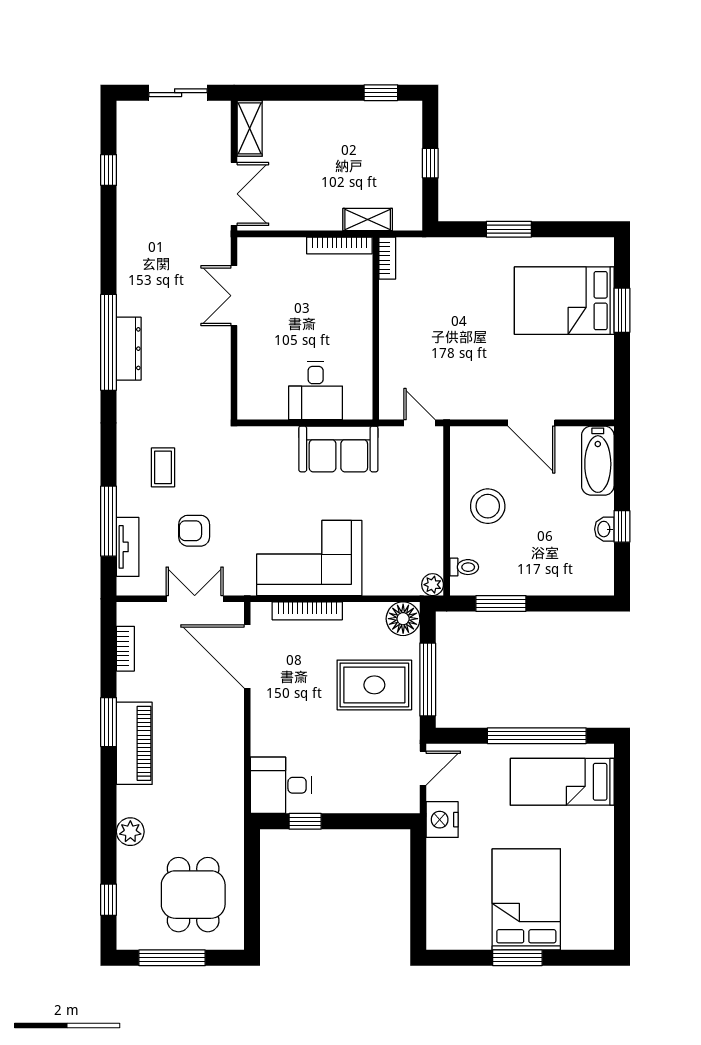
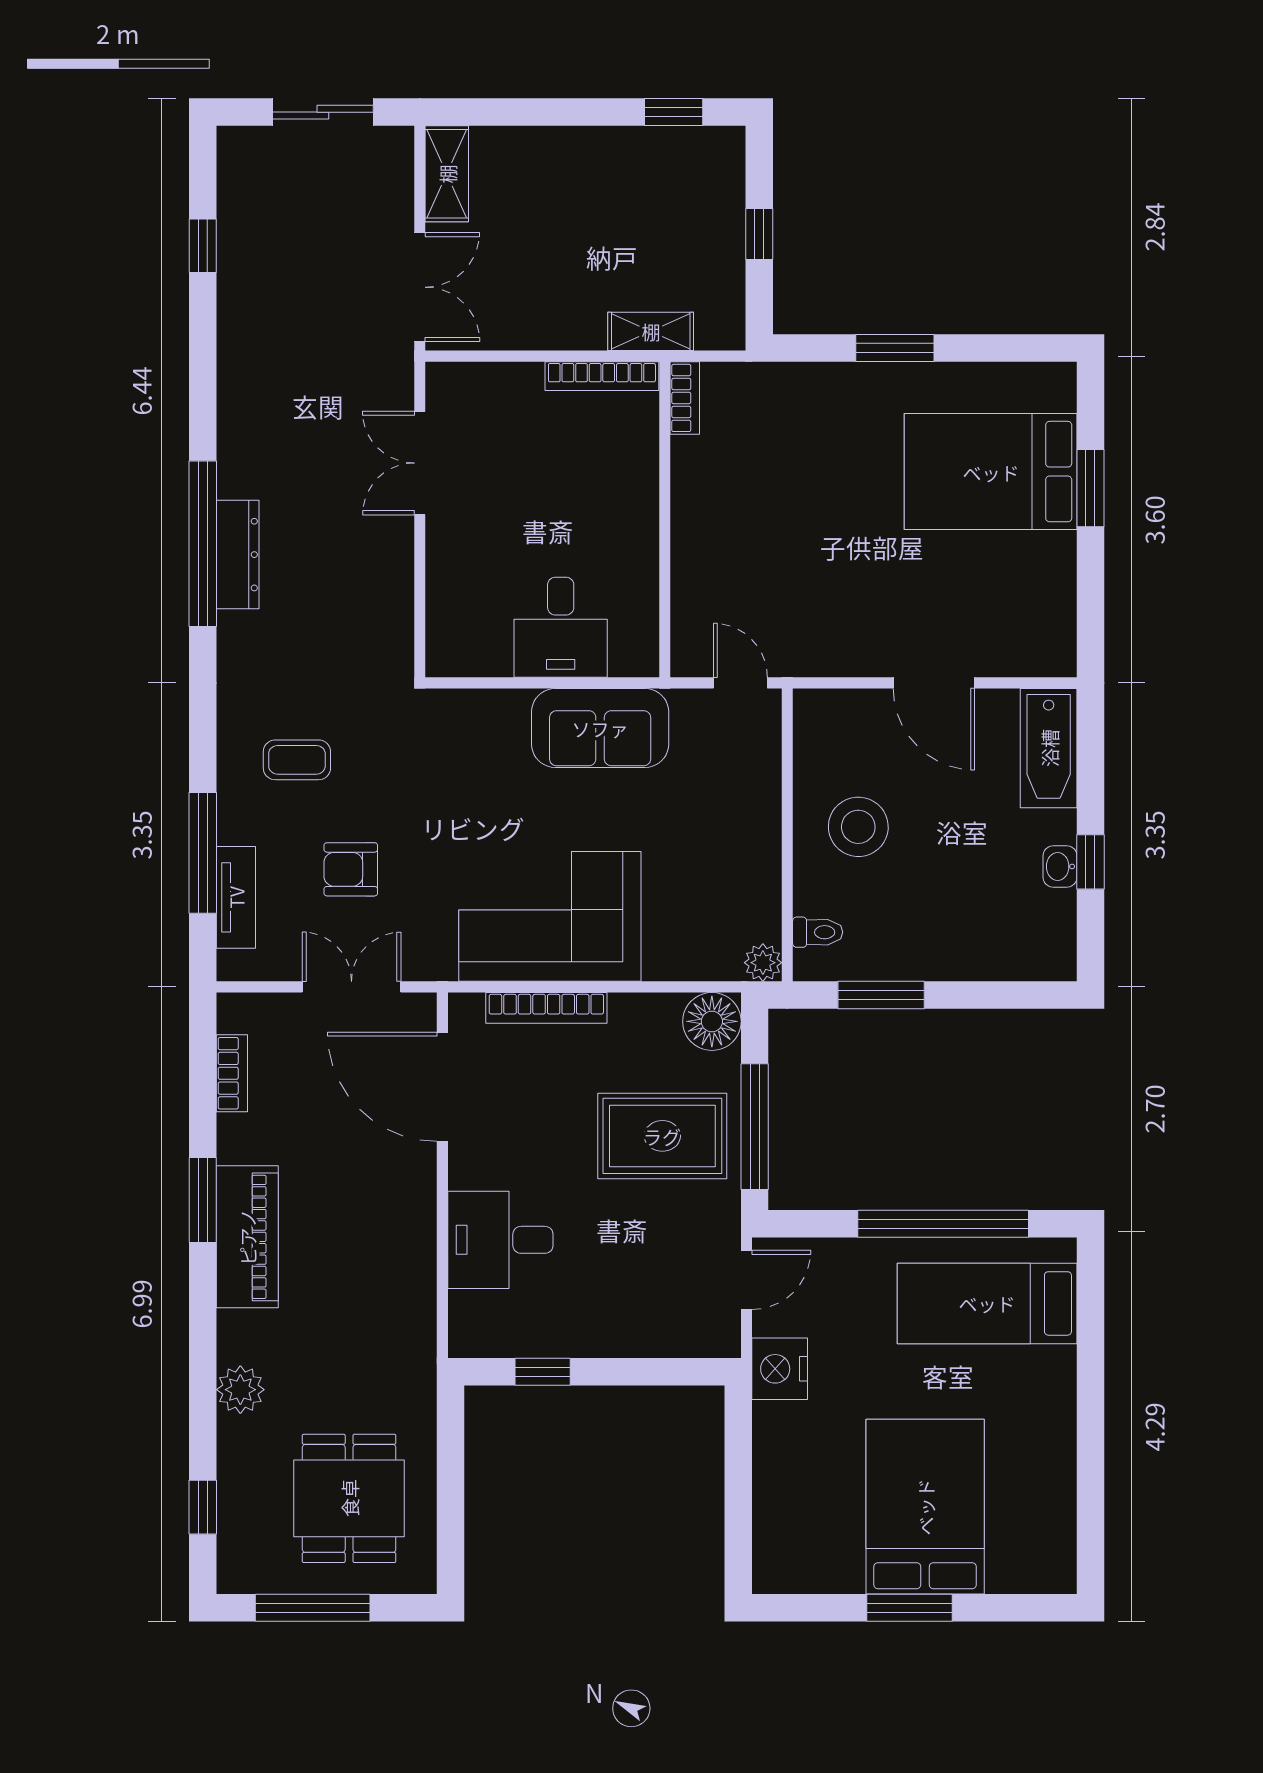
coffee table: (163, 467) -> (297, 760), turned 90
desk: (281, 785) -> (500, 1240), moved

